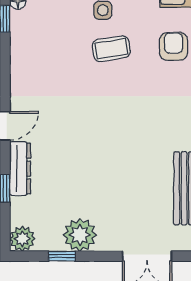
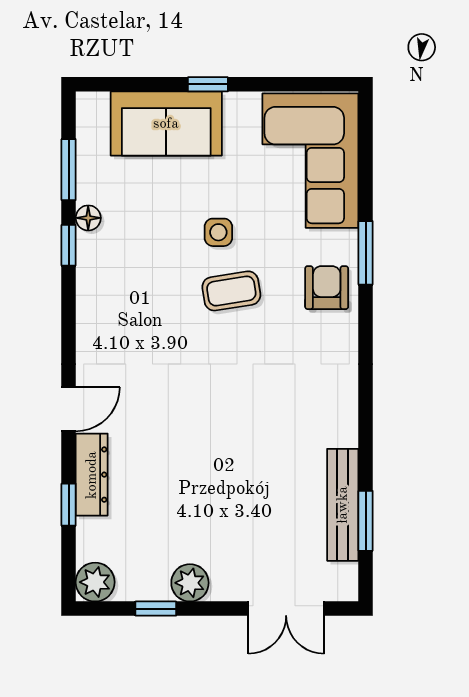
plant: (80, 235) -> (190, 583), width x0.73, depth x0.73

